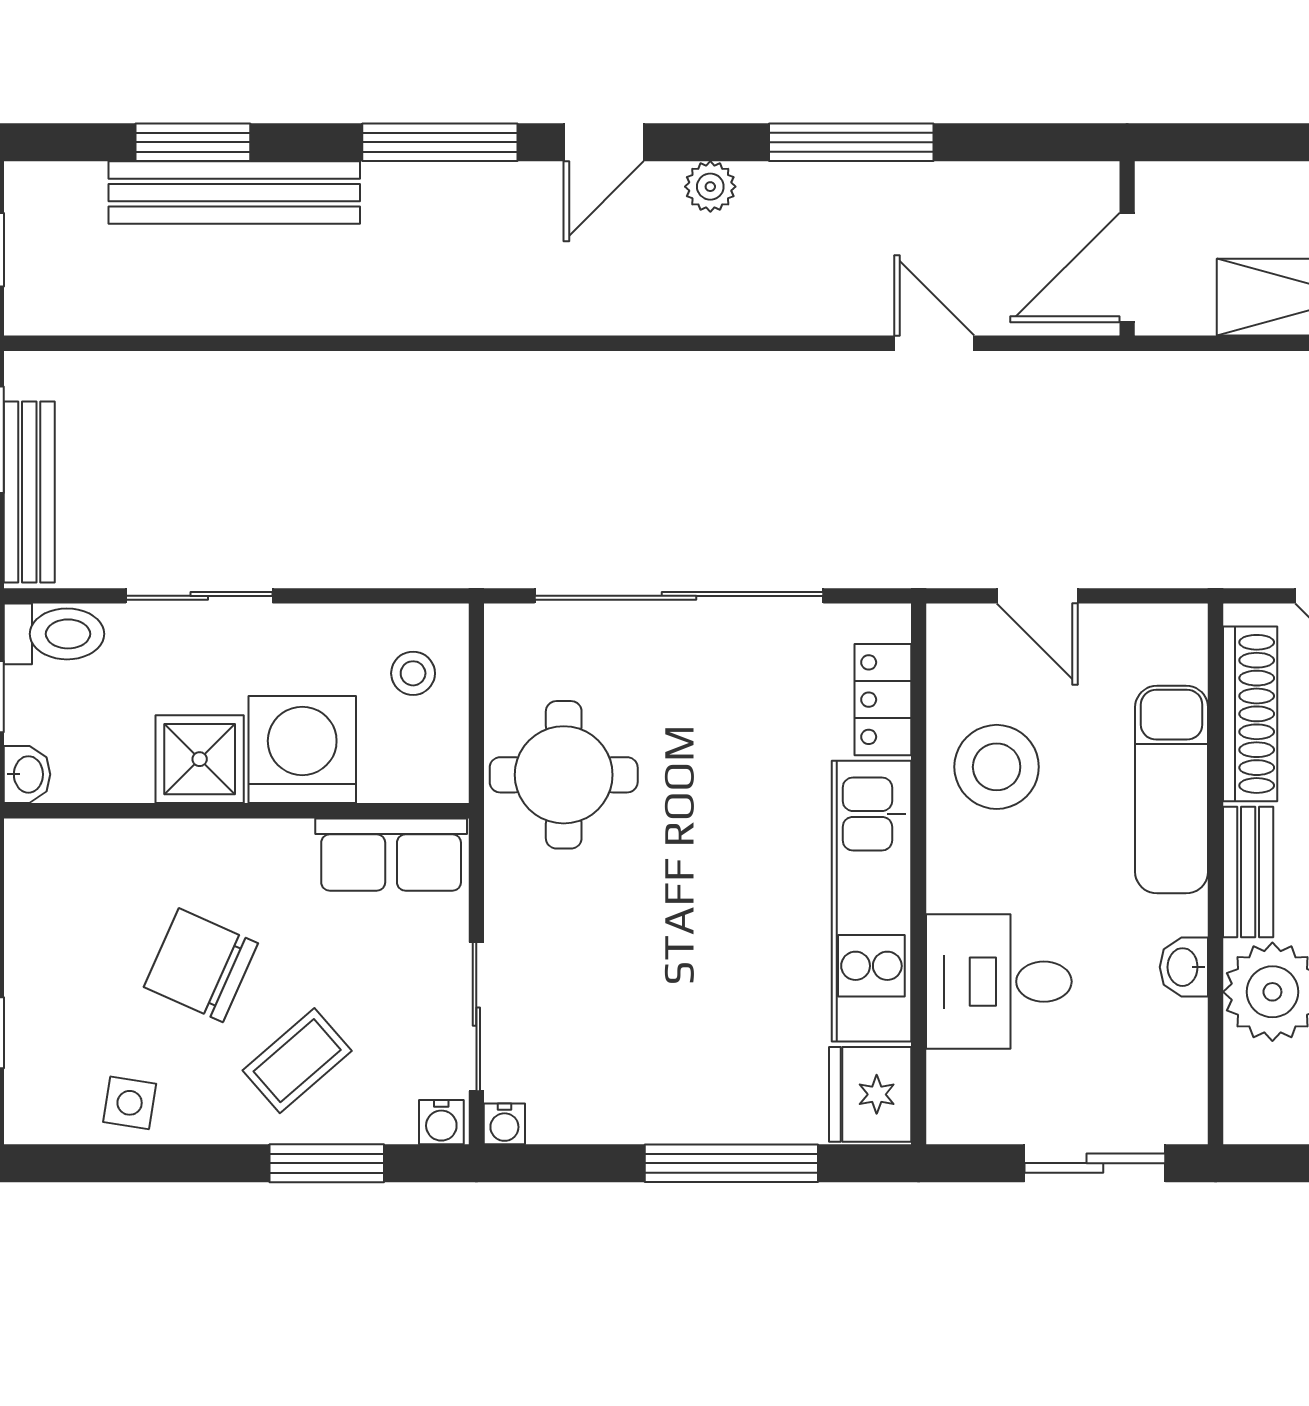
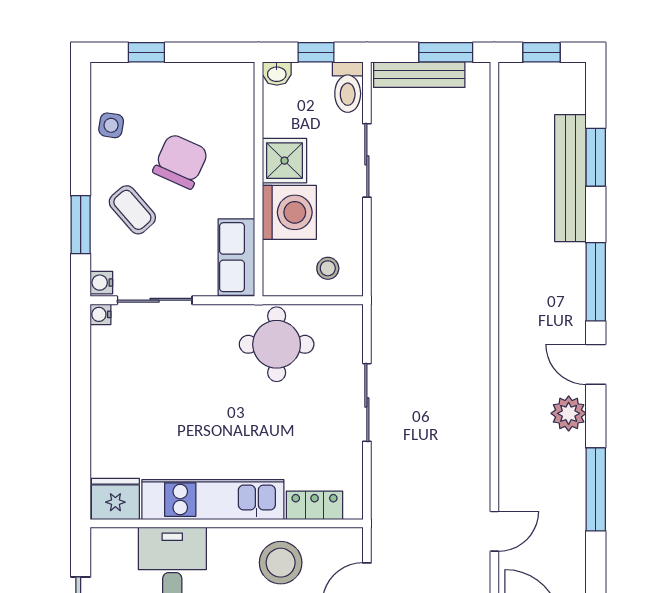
plant: (710, 187) -> (569, 413), width x1.38, depth x1.38
sliding door: (679, 596) -> (367, 402), width x0.54
window: (731, 1163) -> (81, 429), removed

